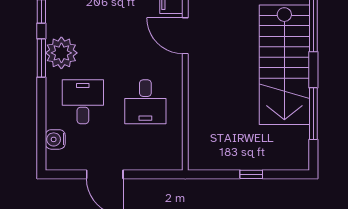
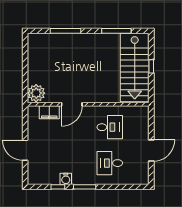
plant: (61, 53) -> (82, 175), removed
stairs: (284, 65) -> (135, 67), moved, turned 90
water cooler: (55, 139) -> (66, 179), moved

